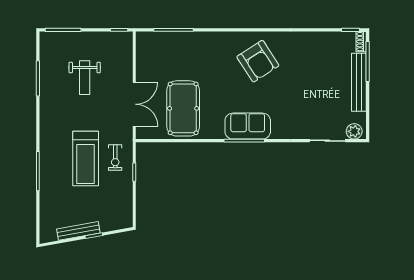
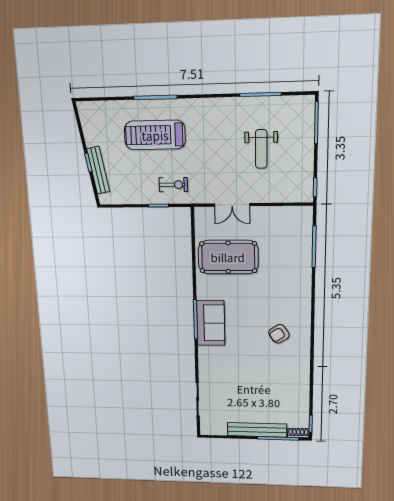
armchair: (258, 61) -> (279, 334), width x0.53, depth x0.53
weight bench: (85, 78) -> (261, 149), turned -90
double door: (134, 104) -> (232, 205), width x0.73
plant: (354, 131) -> (208, 424), removed
exercise bike: (115, 158) -> (173, 185), turned 180
treadmill: (86, 159) -> (155, 135), moved
bench: (78, 231) -> (98, 170), moved

